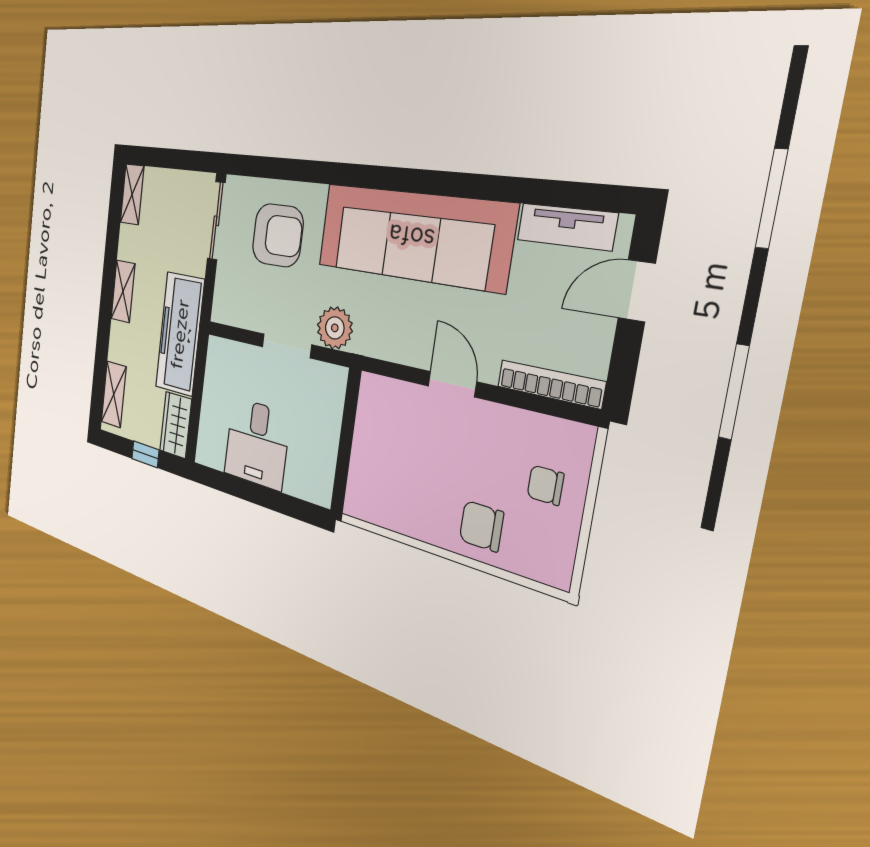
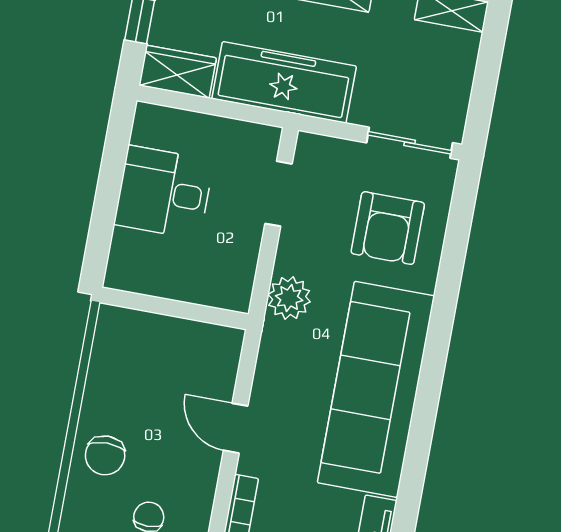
doorway: (287, 346) -> (279, 194), moved
door: (452, 384) -> (236, 428), swing flipped
chair: (481, 526) -> (105, 455), turned 180

